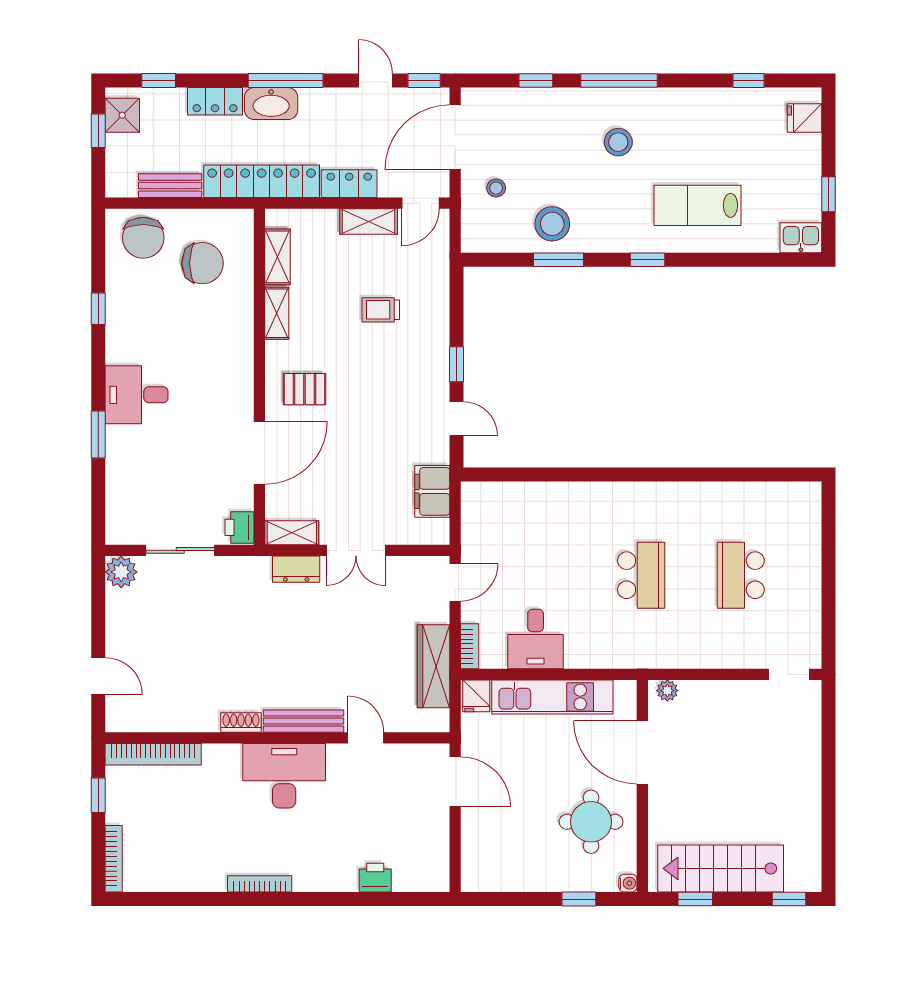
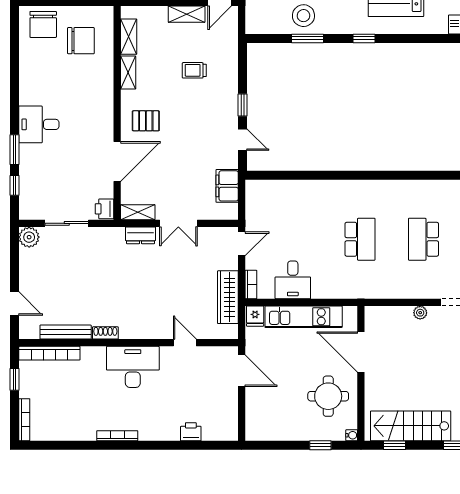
window: (98, 309) -> (14, 185), moved
plant: (667, 691) -> (420, 313), moved
bench: (303, 721) -> (66, 332), moved

